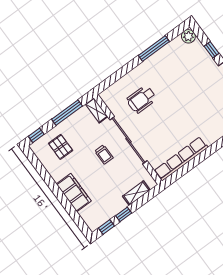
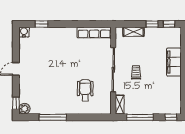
window: (212, 50) -> (16, 103), moved
wheelchair: (141, 99) -> (85, 90), turned -90
pallet: (61, 147) -> (161, 98), removed
row of seats: (181, 159) -> (94, 33), width x0.73

